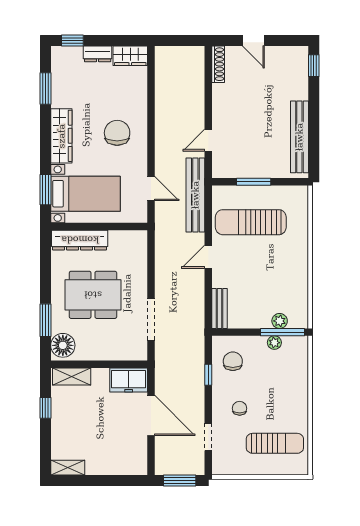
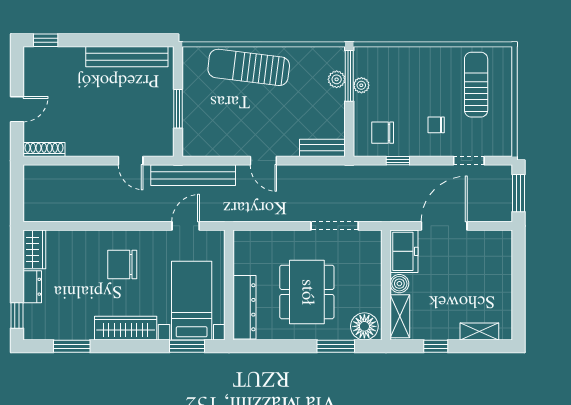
sun lounger: (251, 222) -> (249, 67), moved, turned 97
boiler: (100, 376) -> (399, 284), added
shelving: (68, 468) -> (479, 331), moved, turned 90

